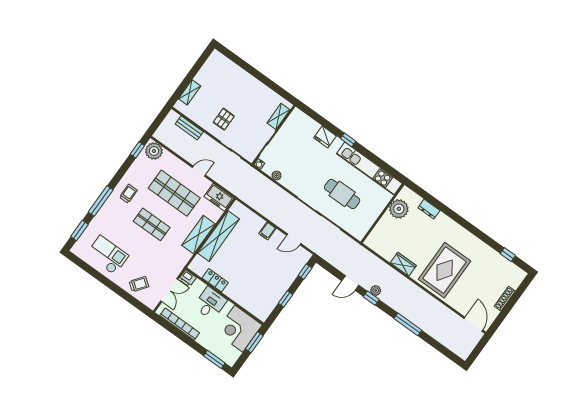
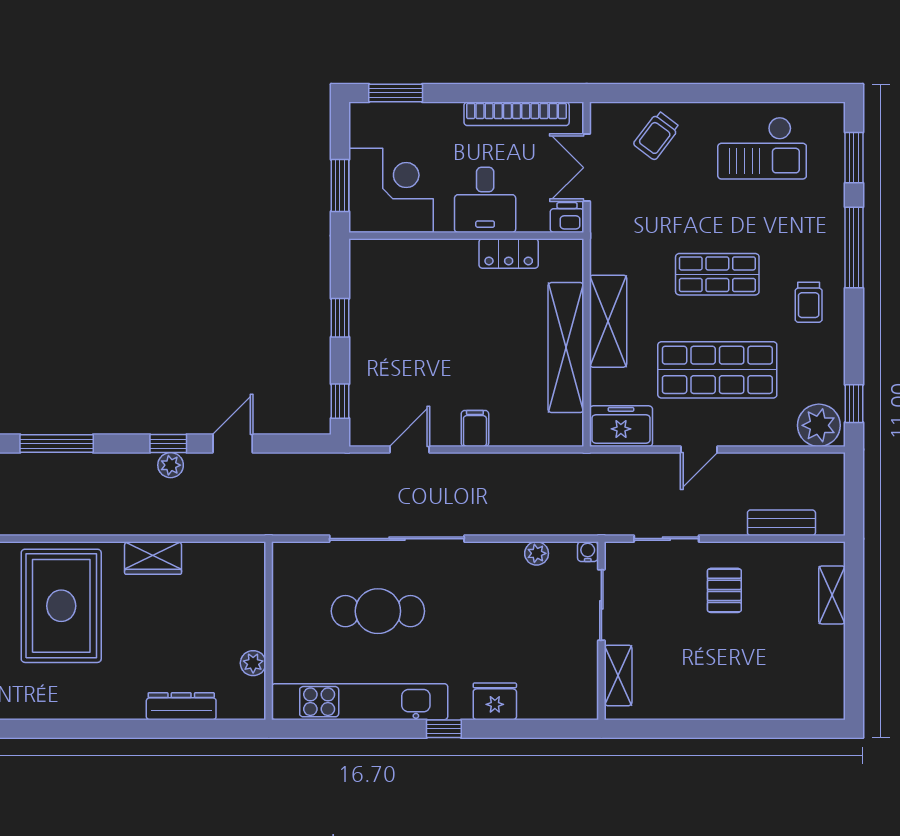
plant: (399, 209) -> (253, 663), width x0.53, depth x0.53
dresser: (429, 209) -> (181, 706), width x1.44

